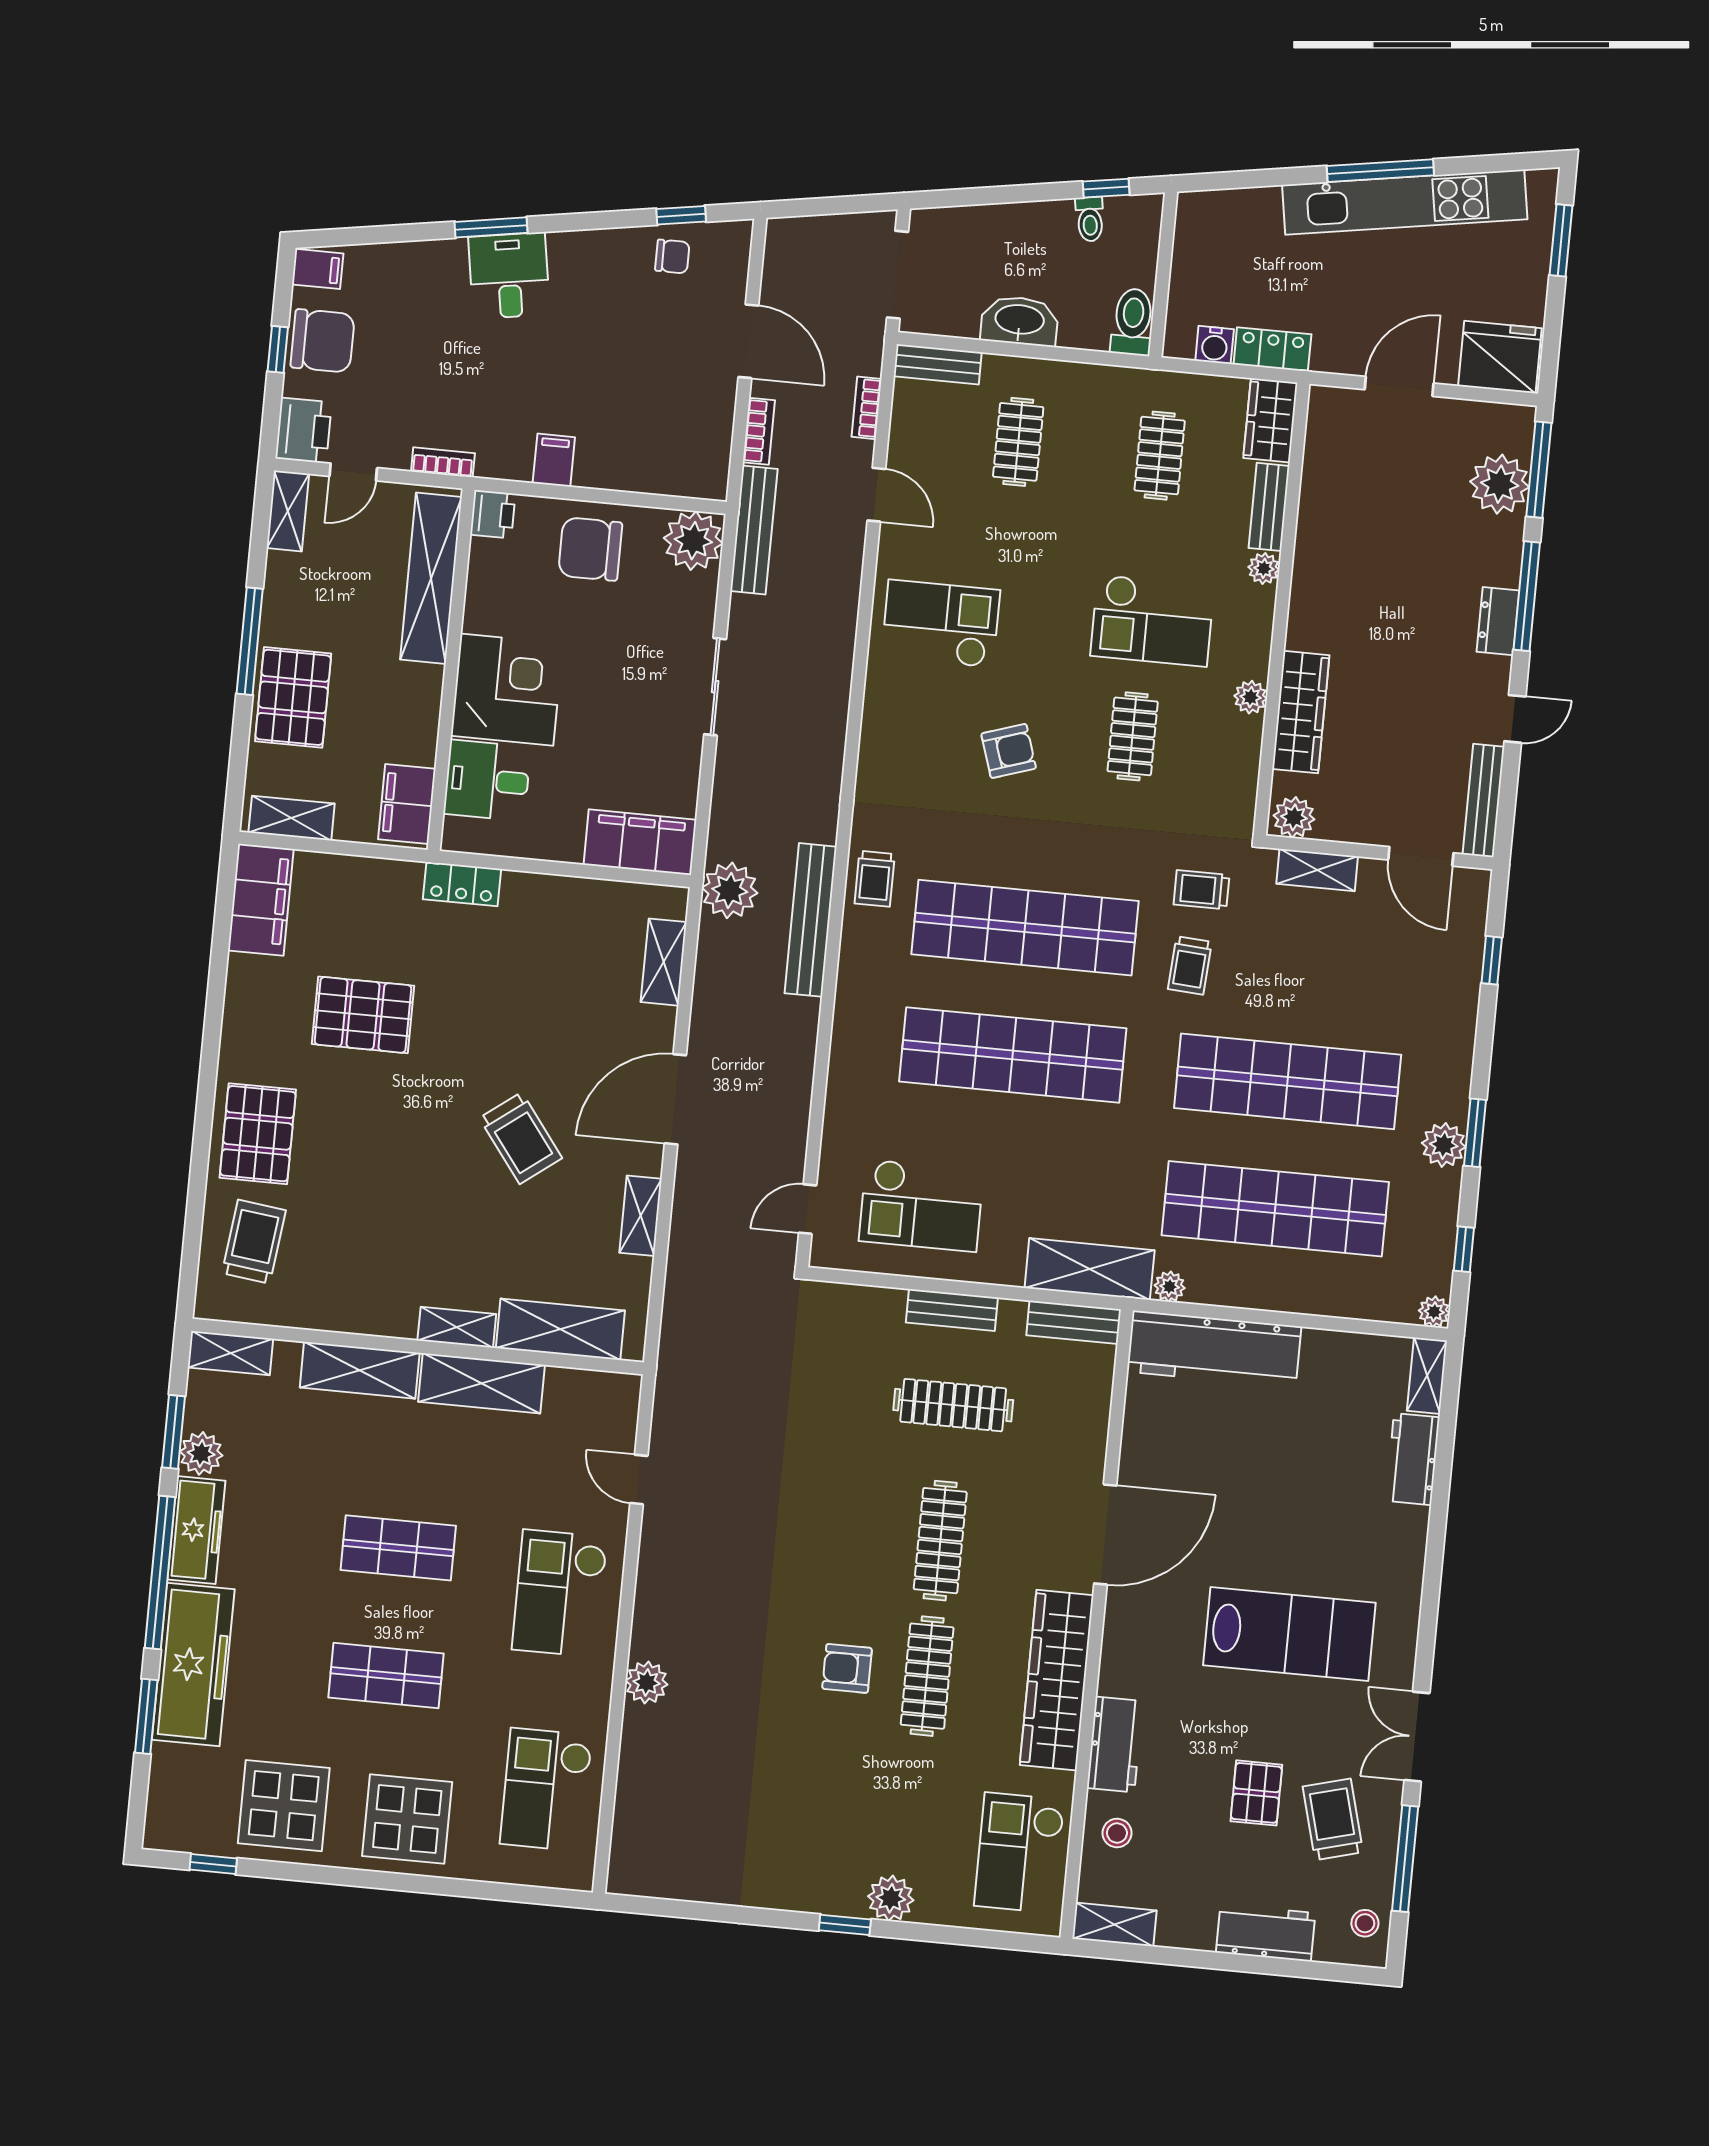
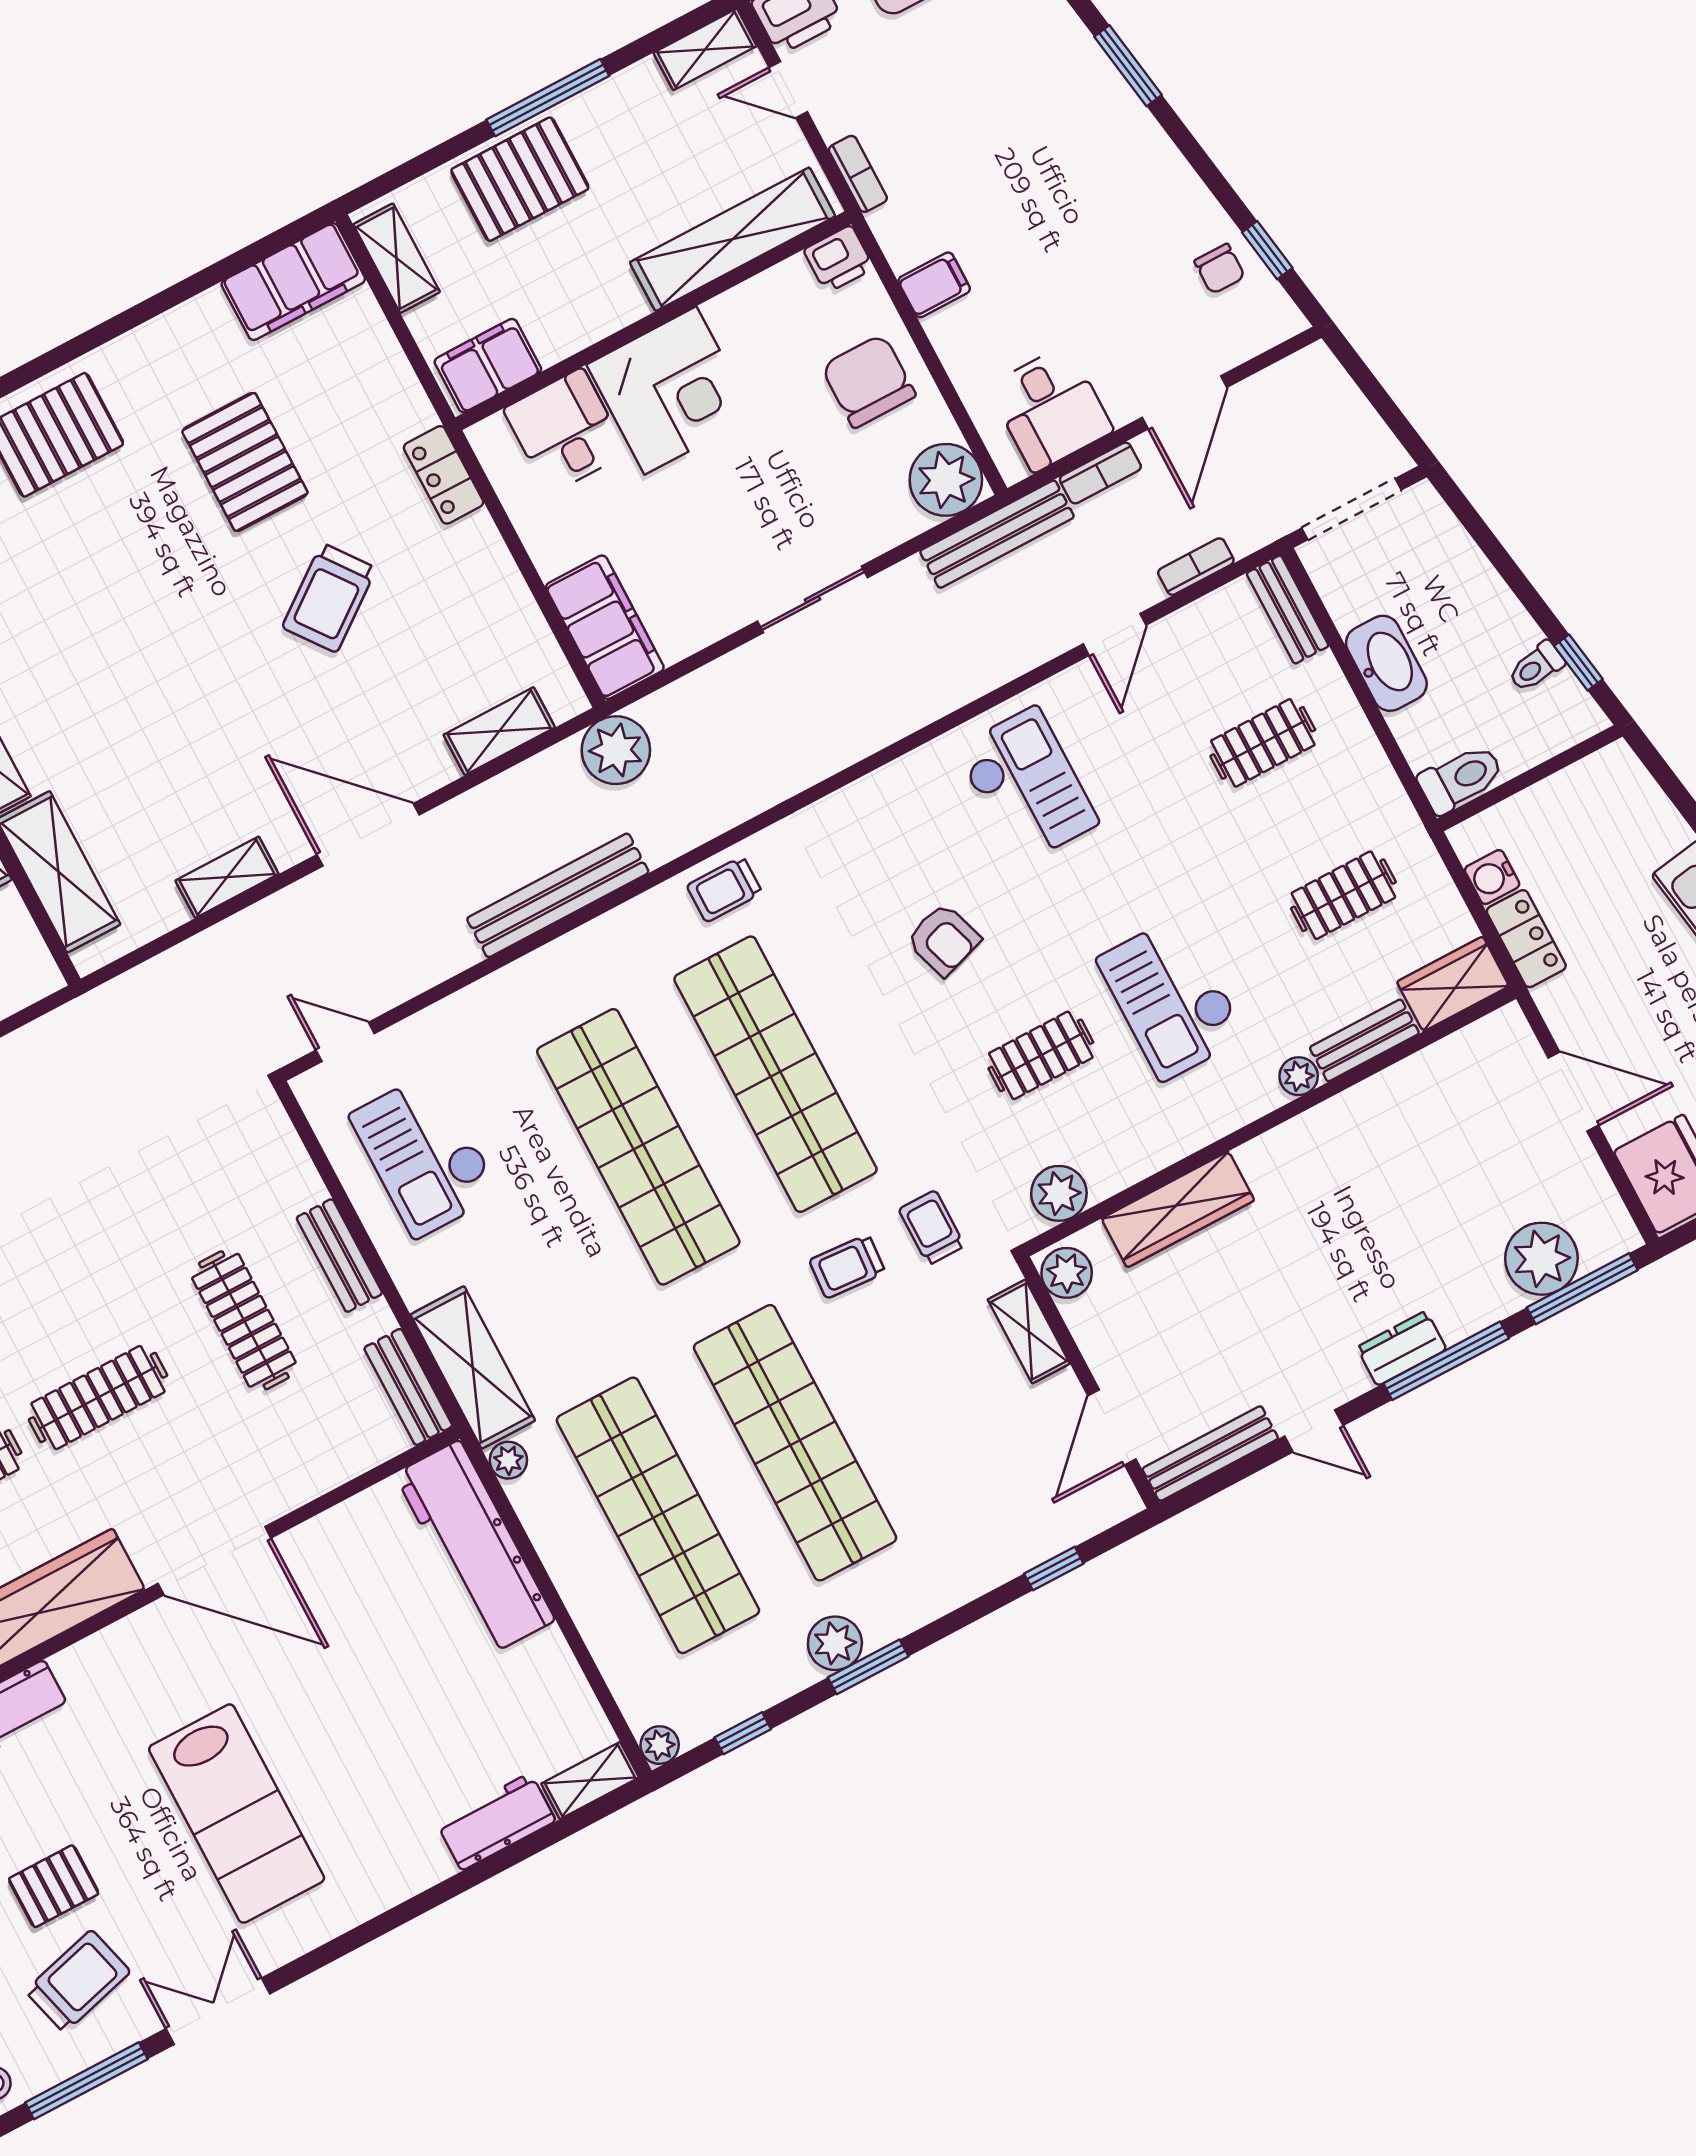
desk: (509, 276) -> (1050, 408), moved, turned 99
plant: (1251, 697) -> (1059, 1193), moved, width x1.38, depth x1.38
bench: (811, 920) -> (558, 895), moved
trolley: (521, 1138) -> (329, 598), moved

